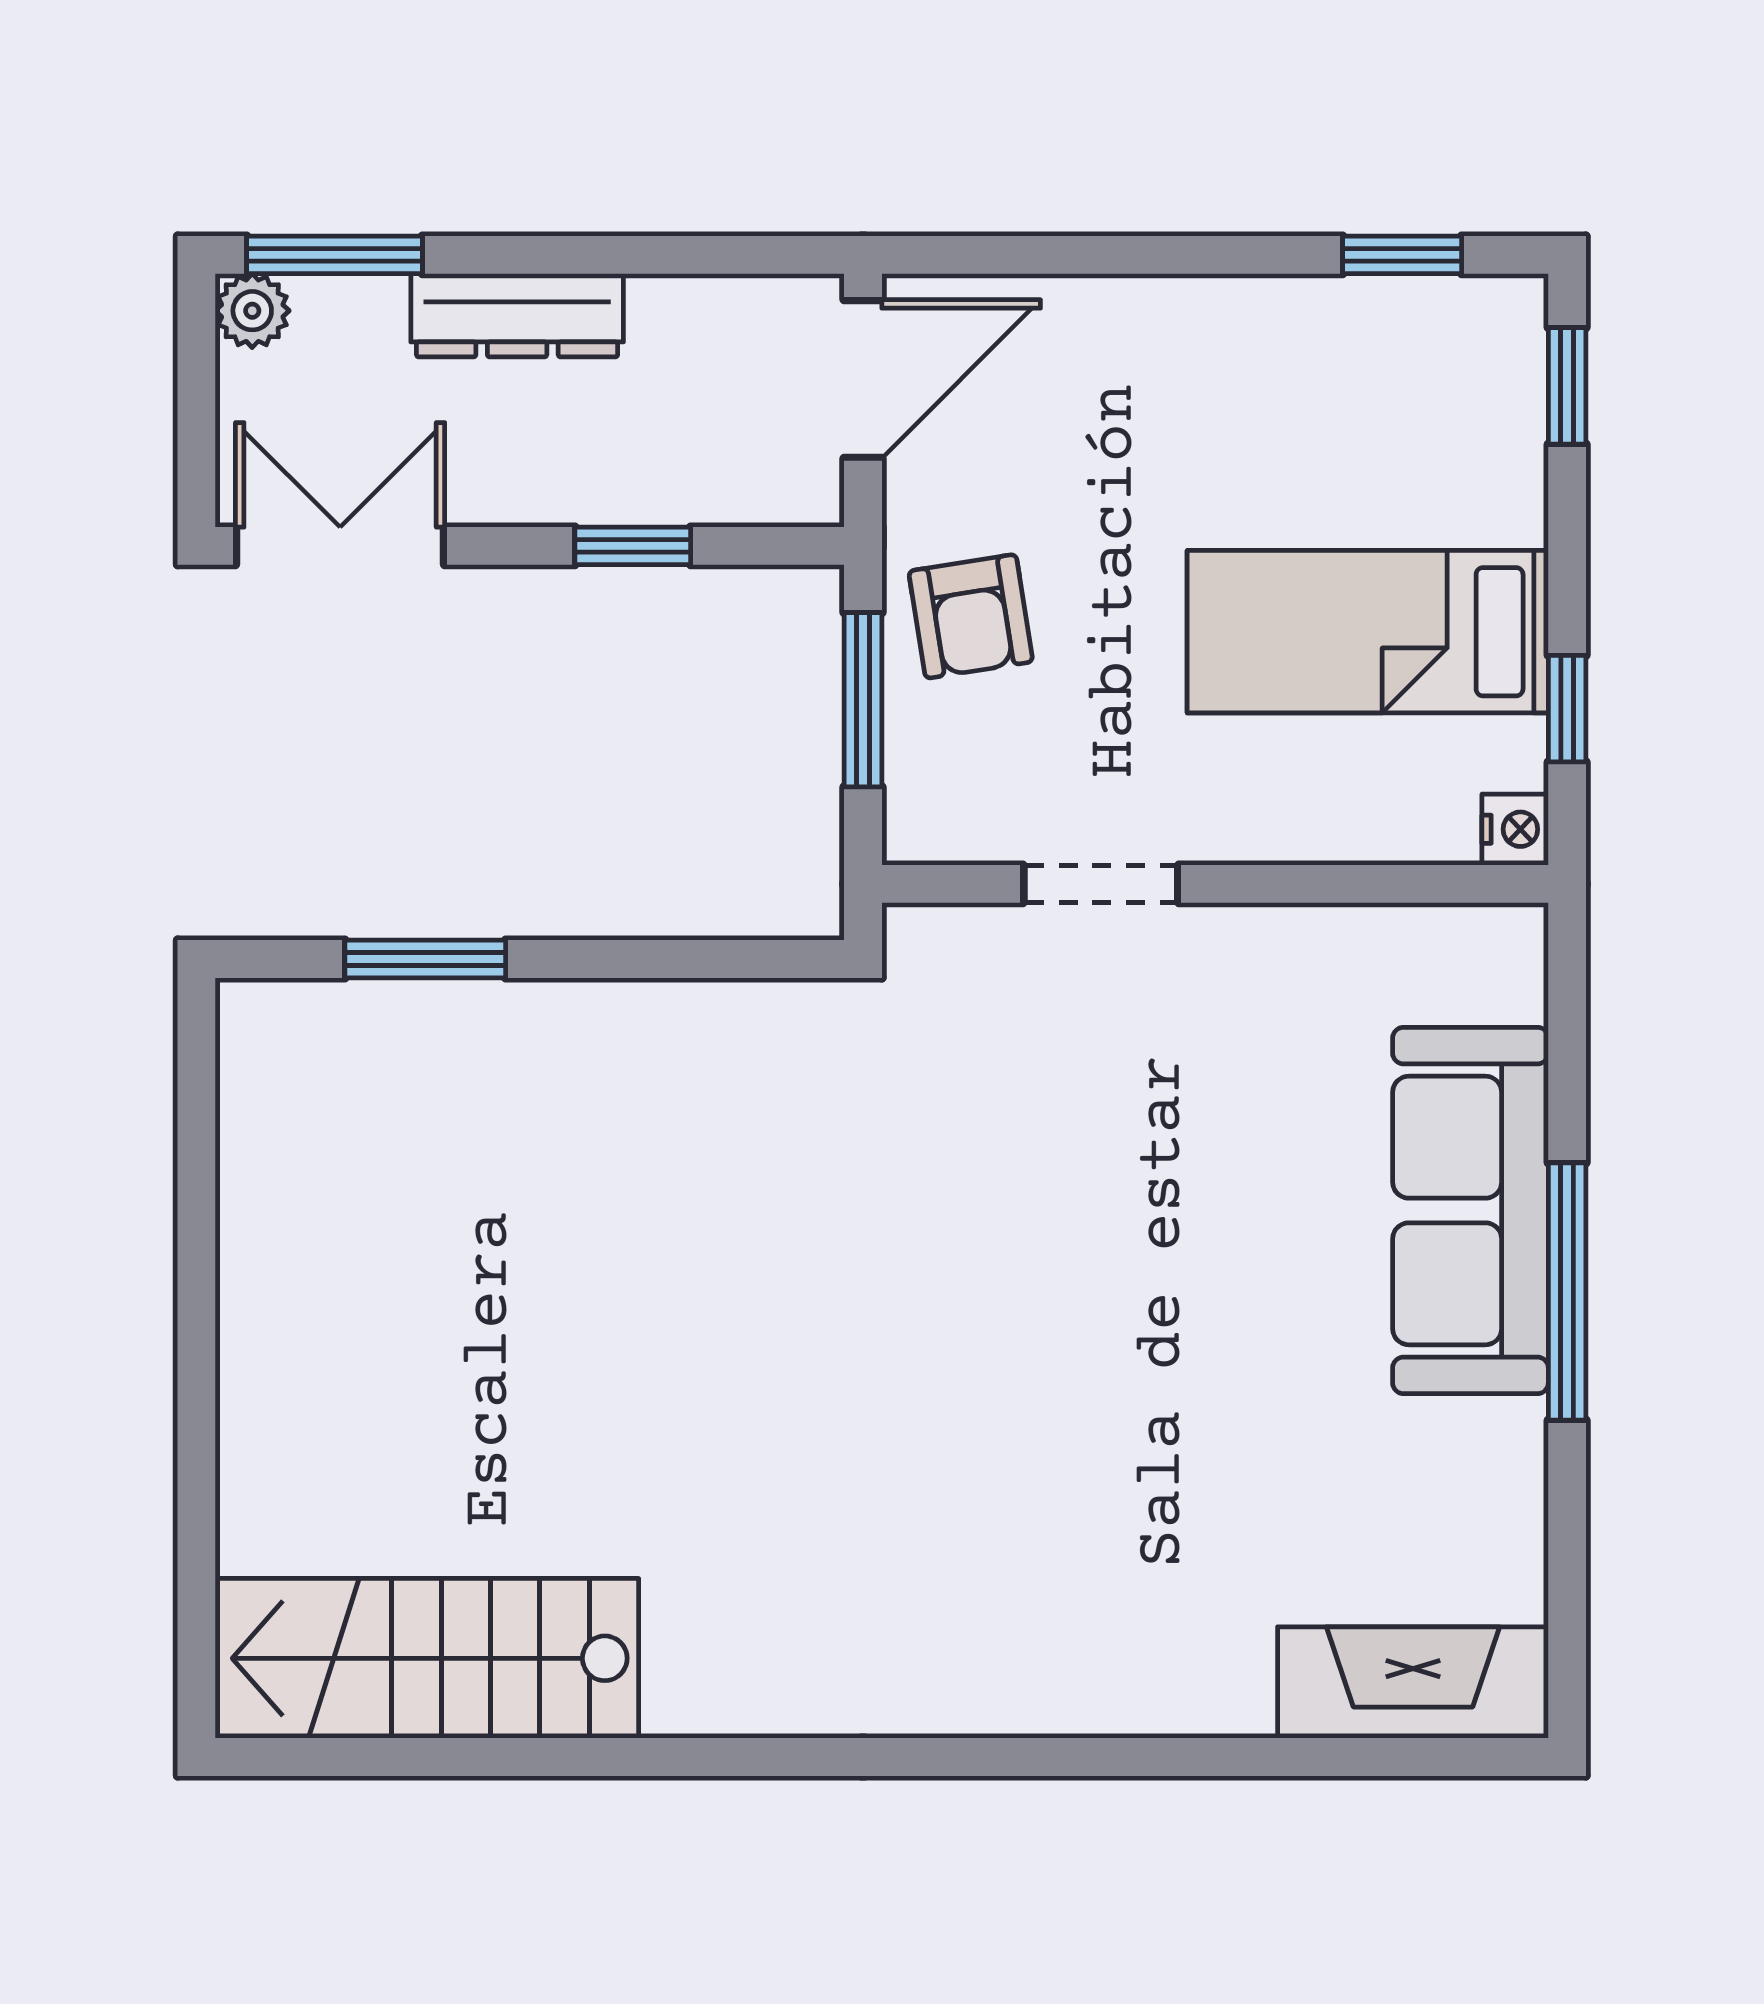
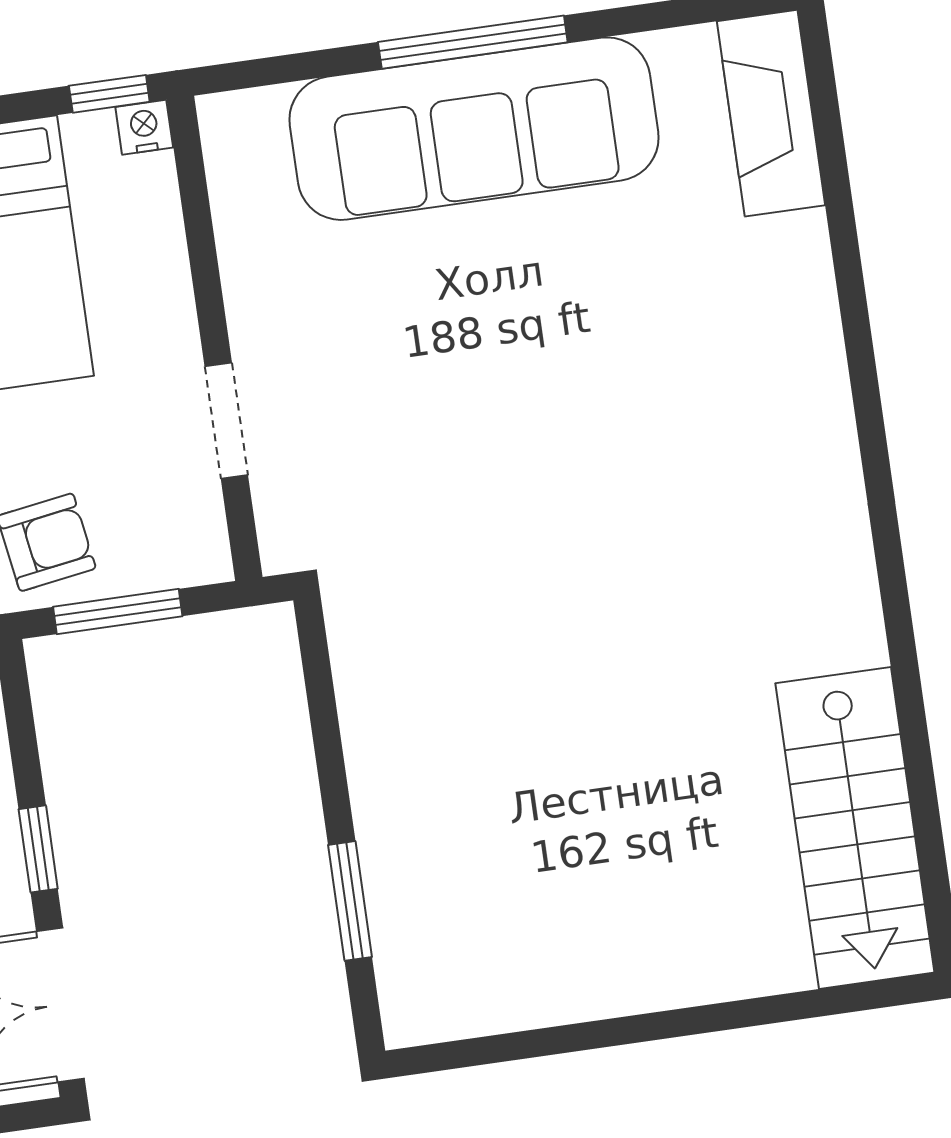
window: (633, 546) -> (38, 849), moved
window: (1567, 709) -> (109, 94), moved
sofa: (1470, 1210) -> (474, 129), width x1.36, depth x1.27

